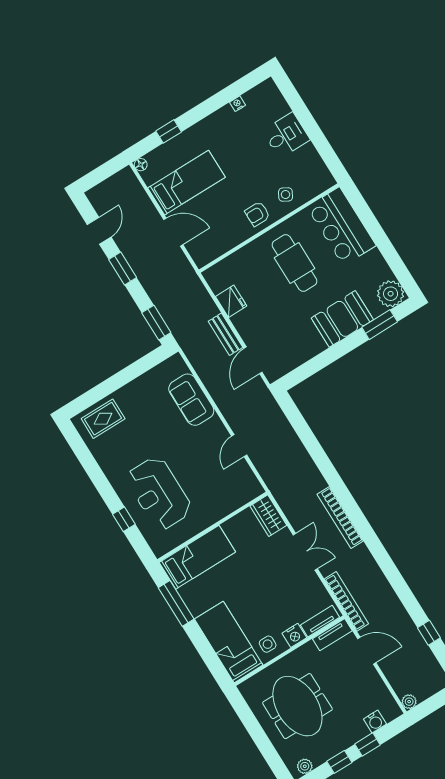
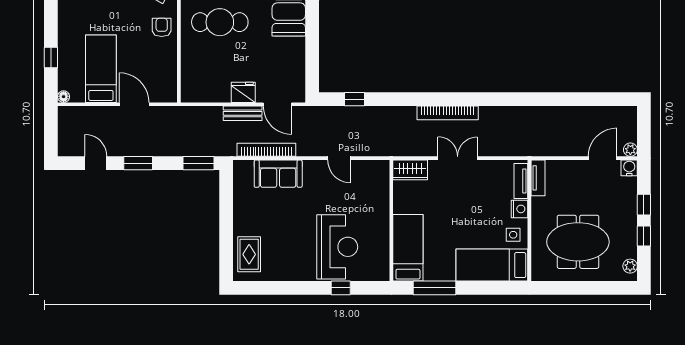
armchair: (257, 214) -> (162, 27), turned 180
door: (173, 232) -> (134, 104), hinge flipped
fridge: (231, 301) -> (243, 92), moved
reception desk: (159, 493) -> (337, 247), turned -90
bookcase: (346, 601) -> (266, 150), moved
window: (429, 633) -> (355, 99), moved
door: (367, 651) -> (603, 158), moved
water cooler: (375, 721) -> (629, 168), moved, turned -90

